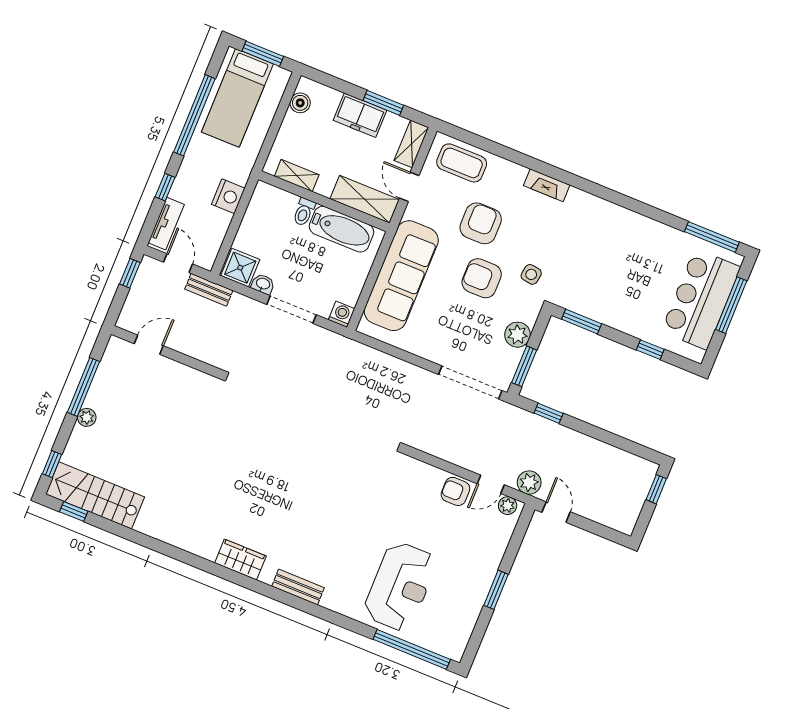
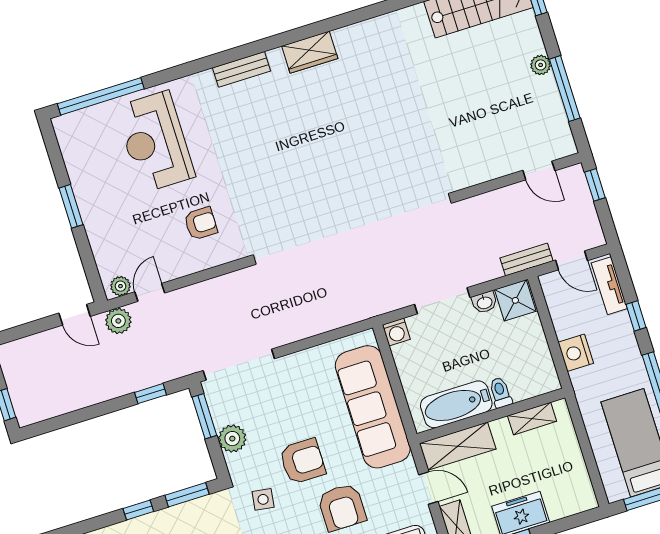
boiler: (300, 103) -> (580, 483), removed
window: (130, 273) -> (595, 185), moved
door: (149, 345) -> (539, 170), hinge flipped
window: (650, 350) -> (138, 510), moved
armchair: (455, 491) -> (201, 223), moved

